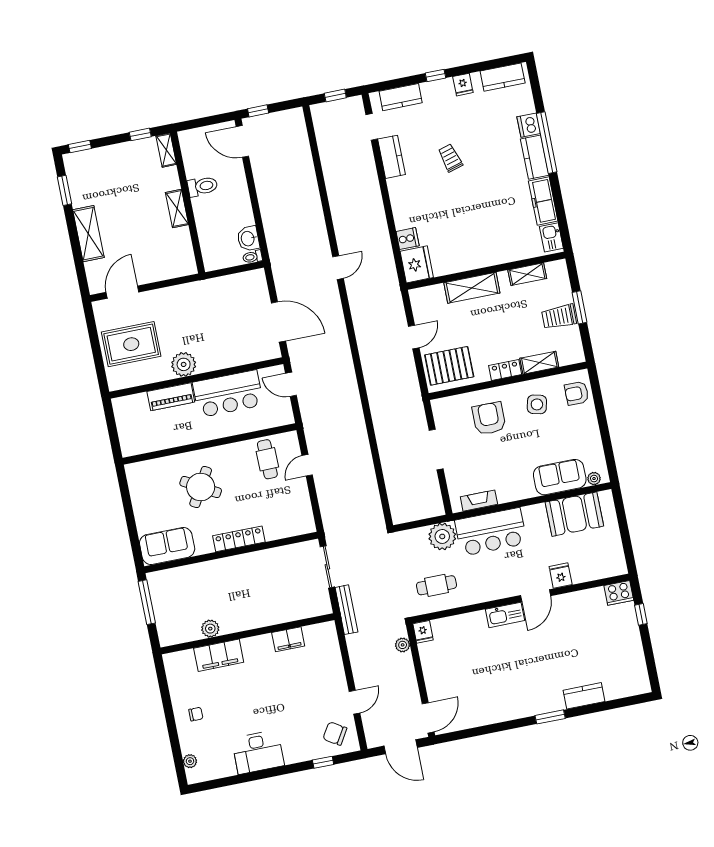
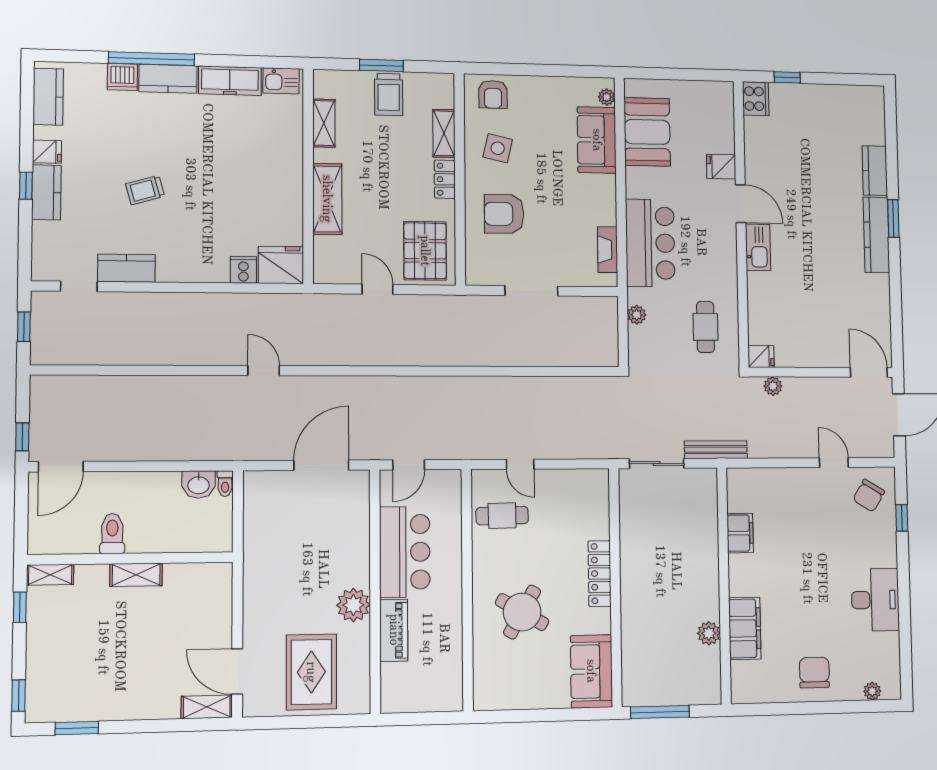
kitchen counter: (401, 97) -> (46, 192), moved
shelving: (88, 234) -> (207, 707), moved, width x0.67, depth x0.75
plant: (442, 536) -> (637, 315), width x0.53, depth x0.53
kitchen counter: (535, 706) -> (876, 235), added
chair: (196, 714) -> (814, 672), width x1.87, depth x1.87

